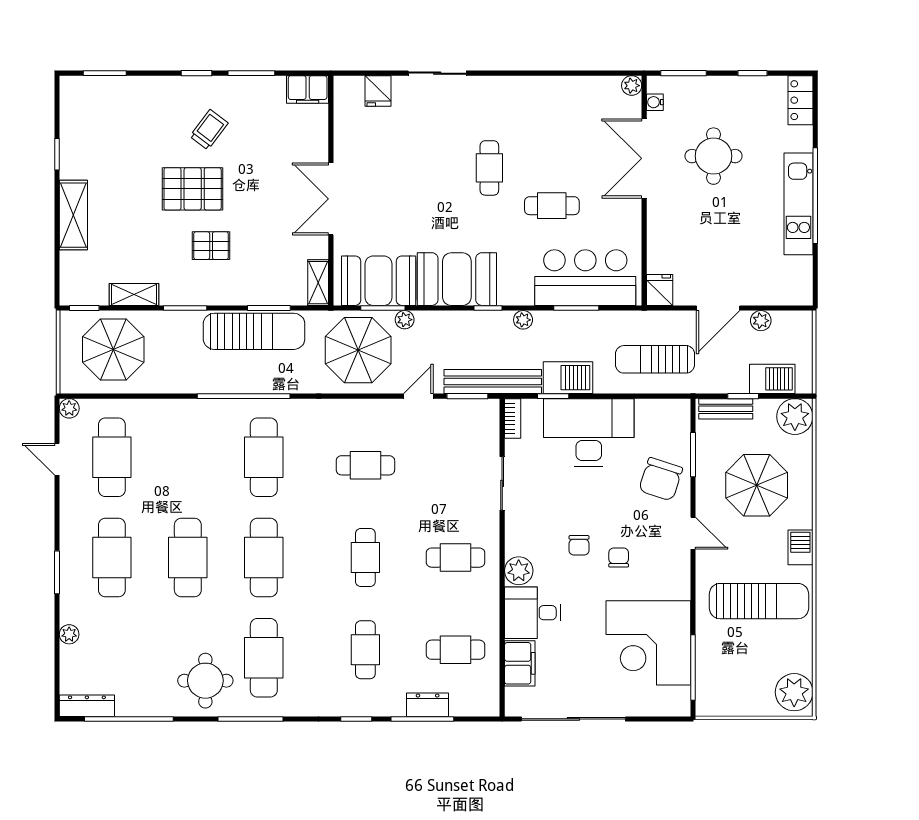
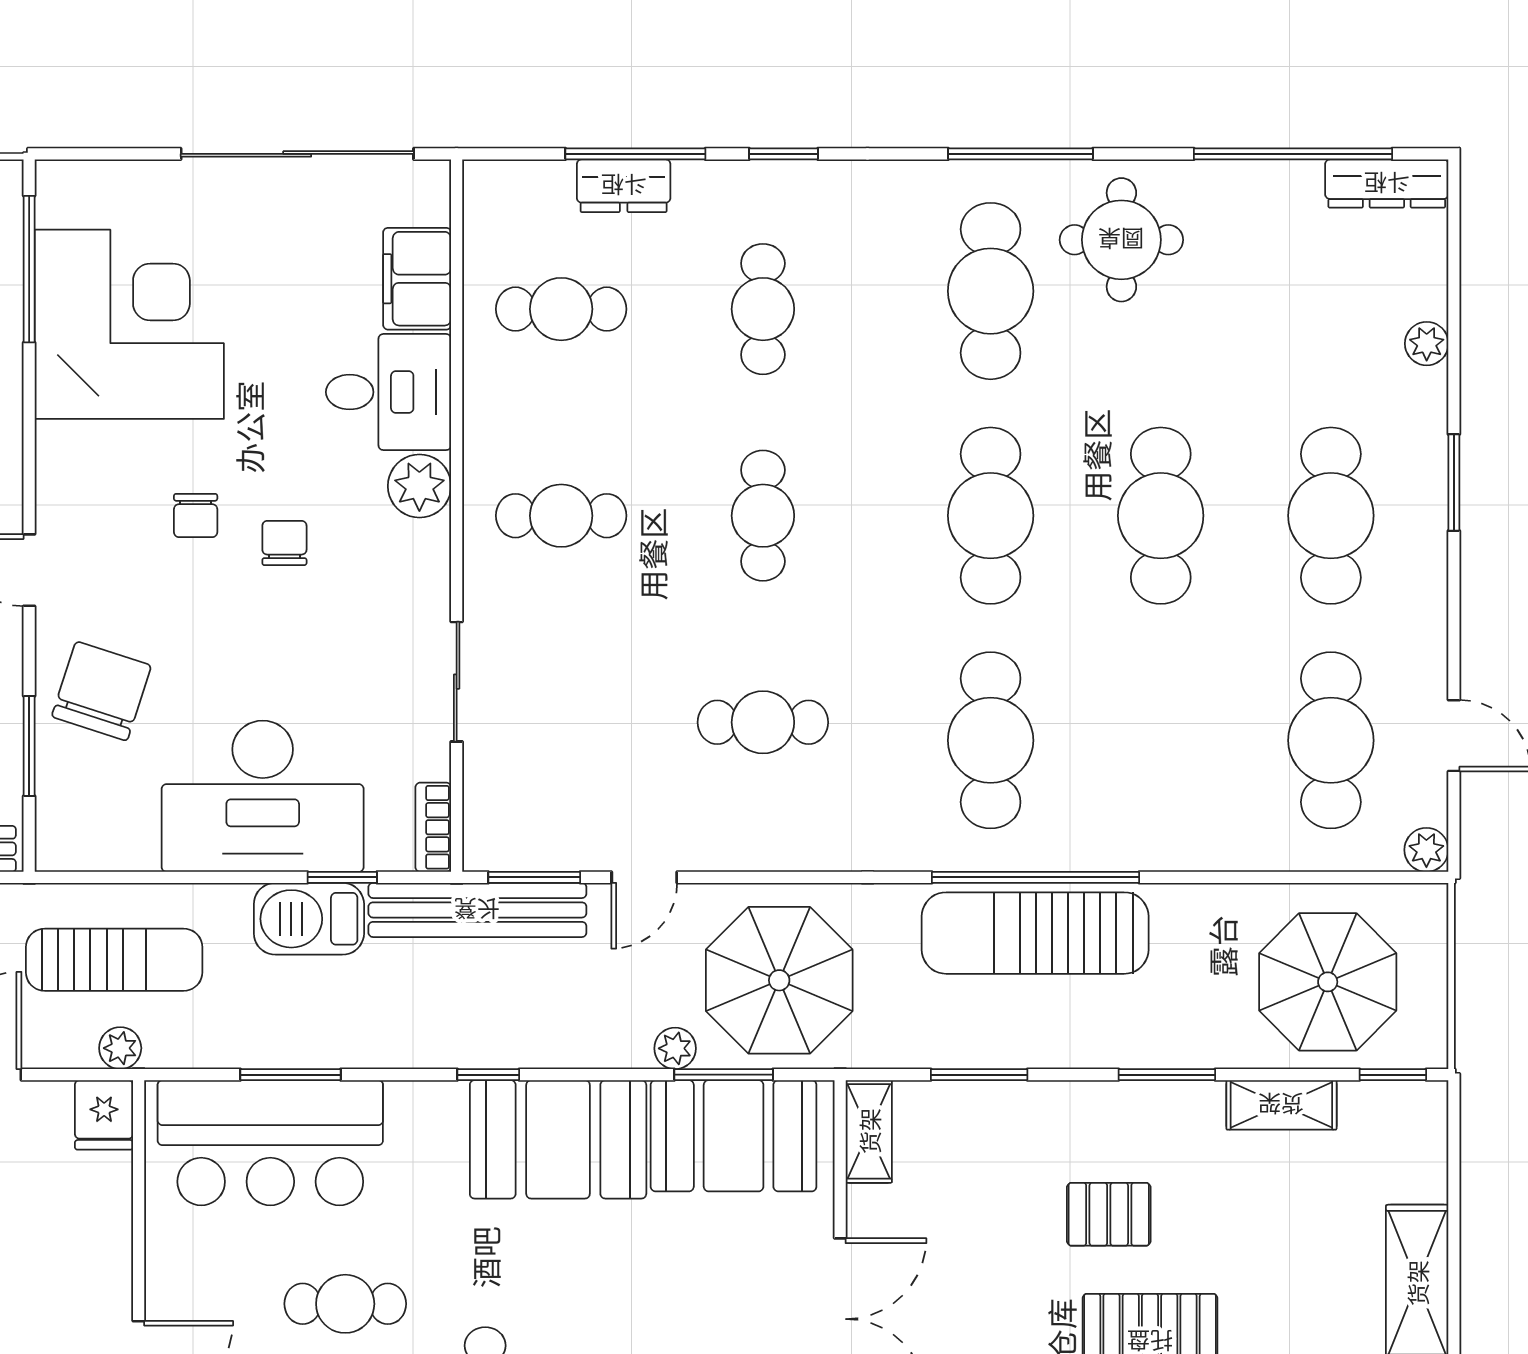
plant: (523, 320) -> (120, 1048), moved
sun lounger: (254, 331) -> (1035, 933), moved

